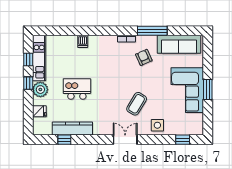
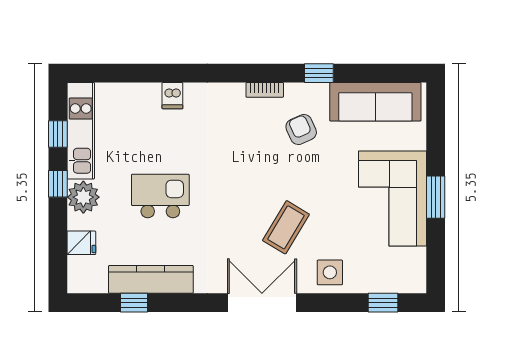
window: (152, 31) -> (319, 73), width x0.46
double door: (125, 140) -> (262, 303), width x1.37

